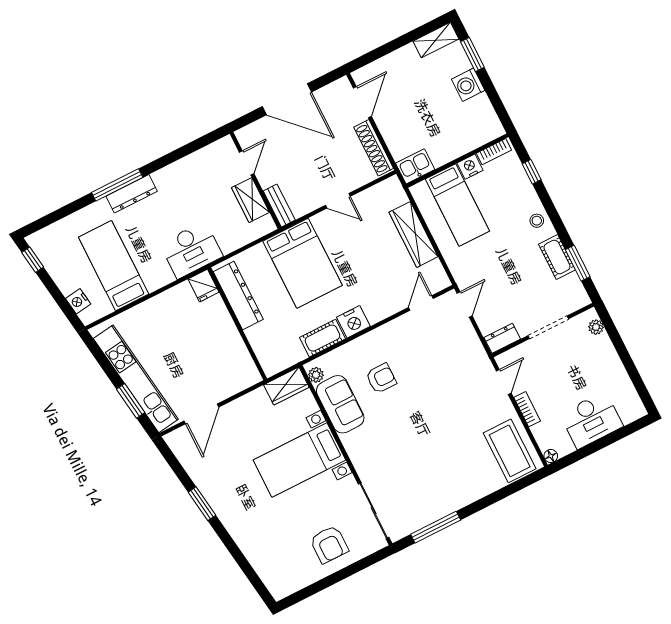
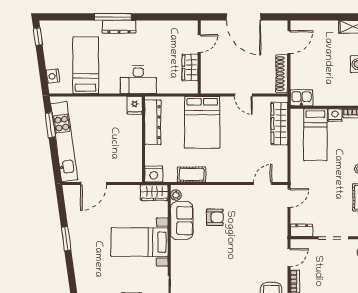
bench: (279, 206) -> (206, 80), removed
wardrobe: (414, 234) -> (279, 124), moved
nightstand: (353, 322) -> (154, 174), moved
window: (131, 401) -> (50, 125), moved

